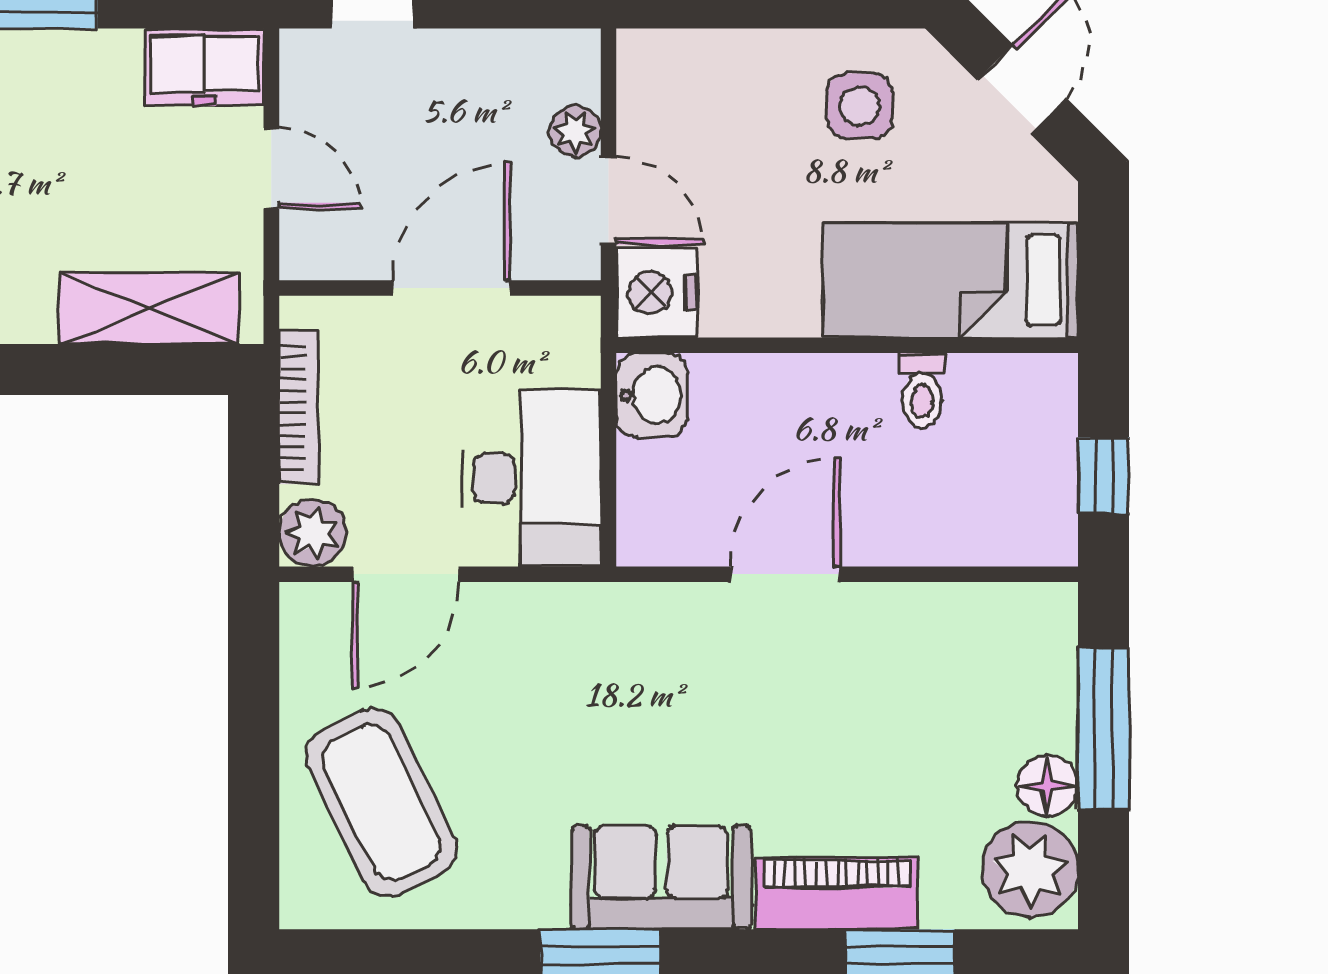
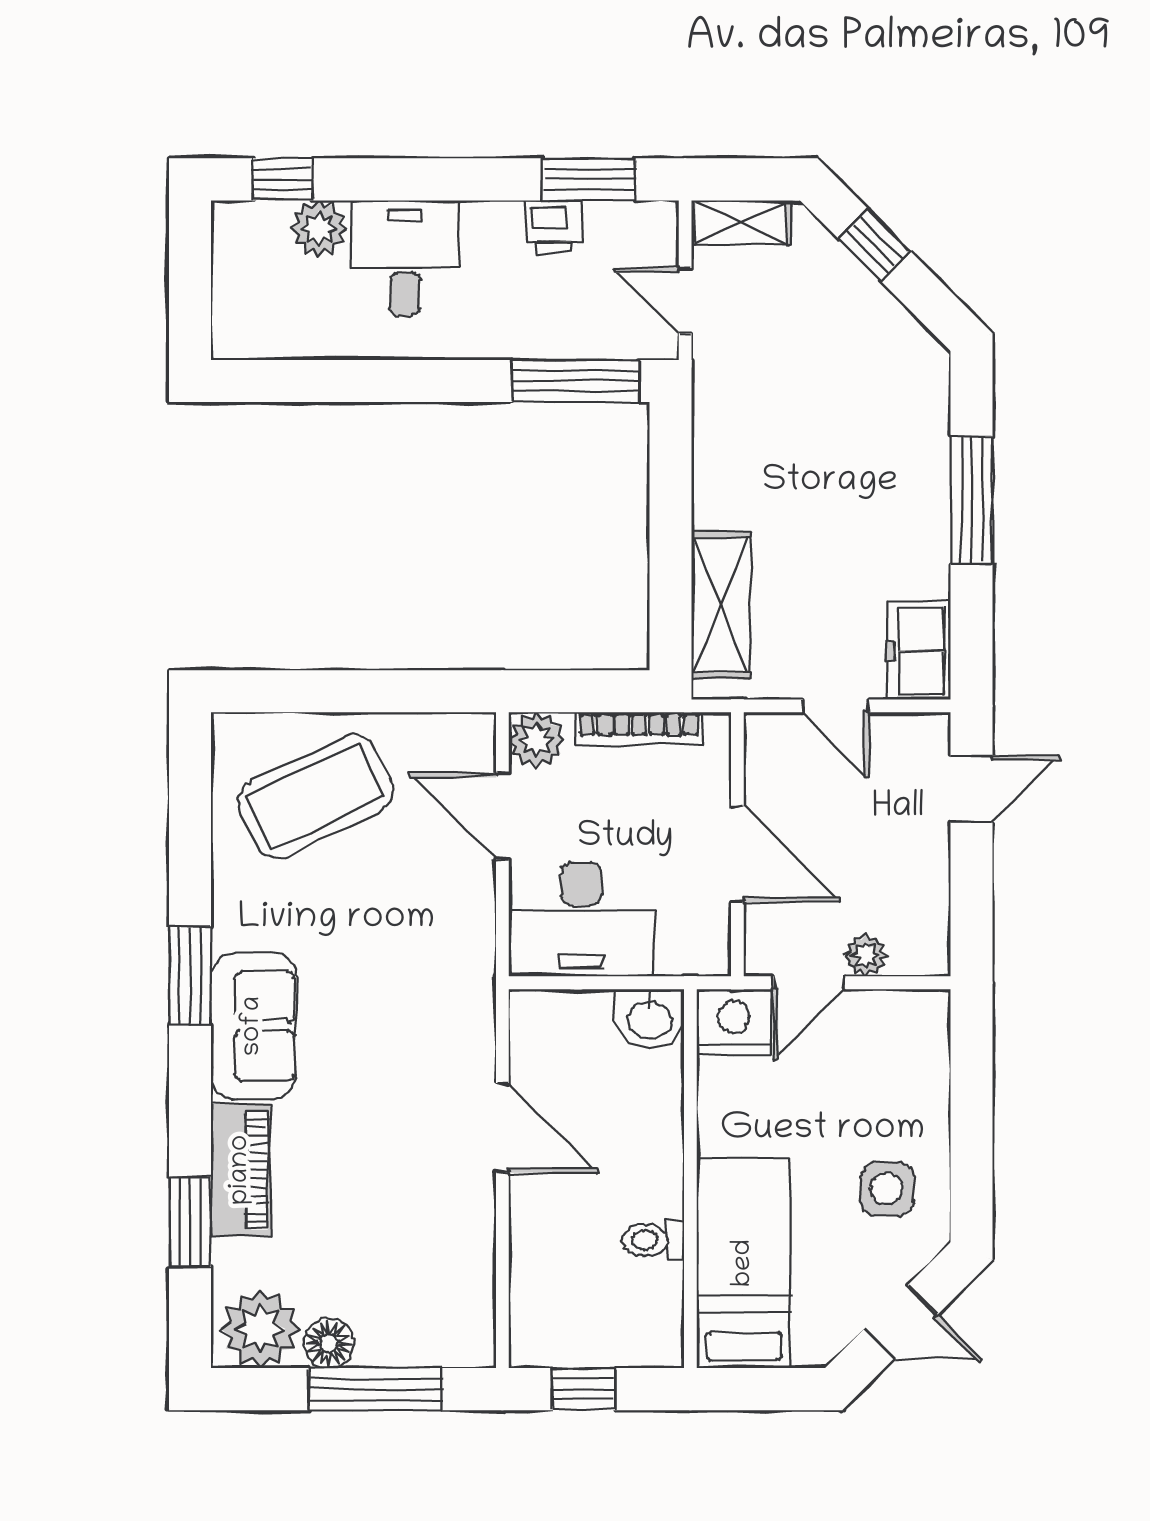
door: (271, 168) -> (836, 706), hinge flipped

